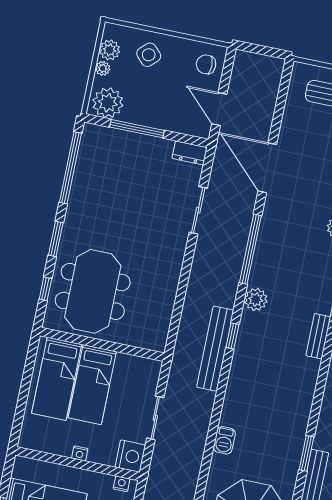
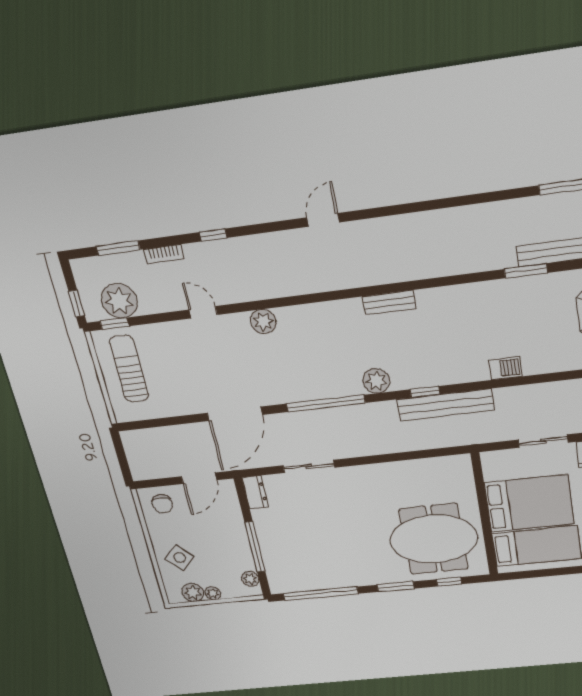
plant: (108, 103) -> (250, 579), width x0.53, depth x0.53
bed: (92, 385) -> (529, 503), width x1.50
barbecue: (224, 440) -> (505, 368), moved

